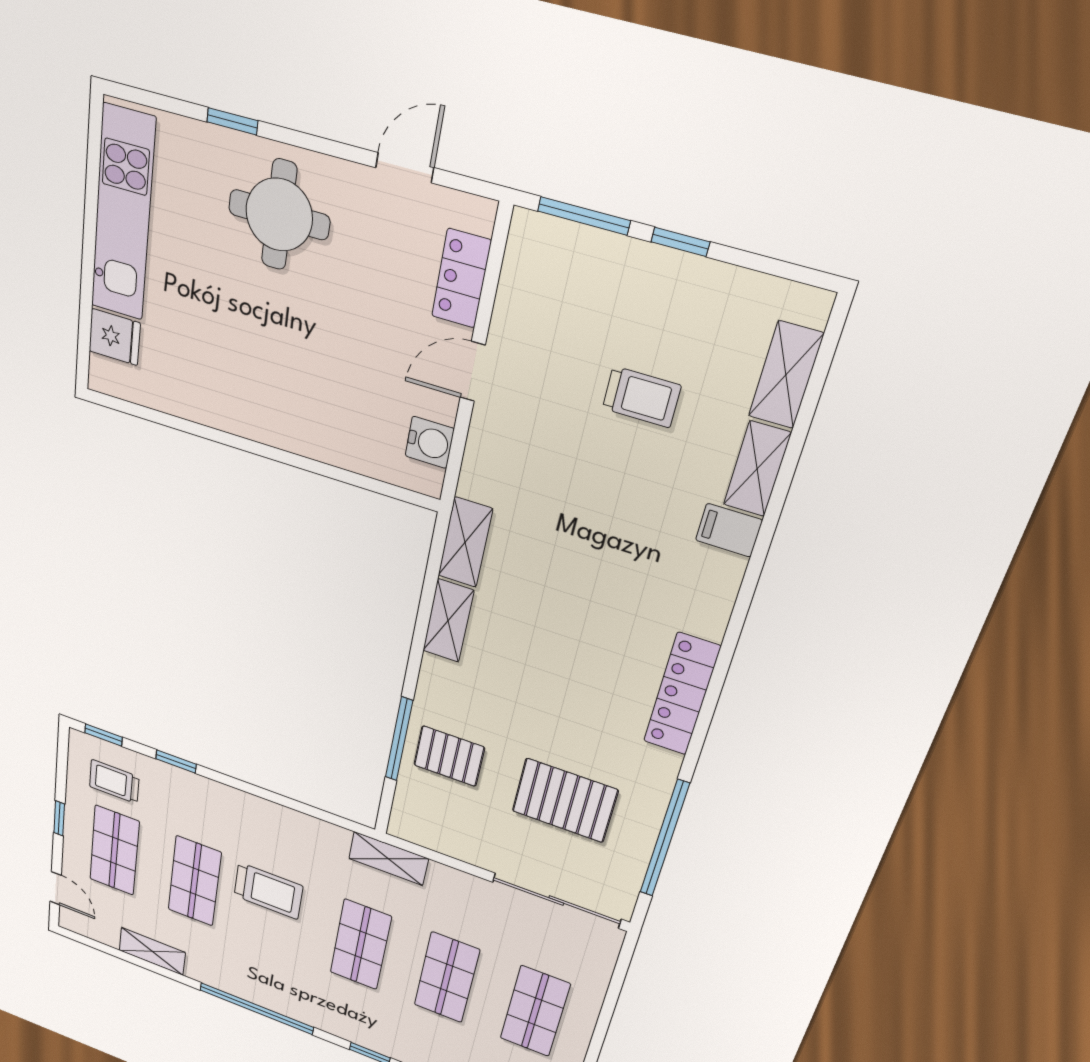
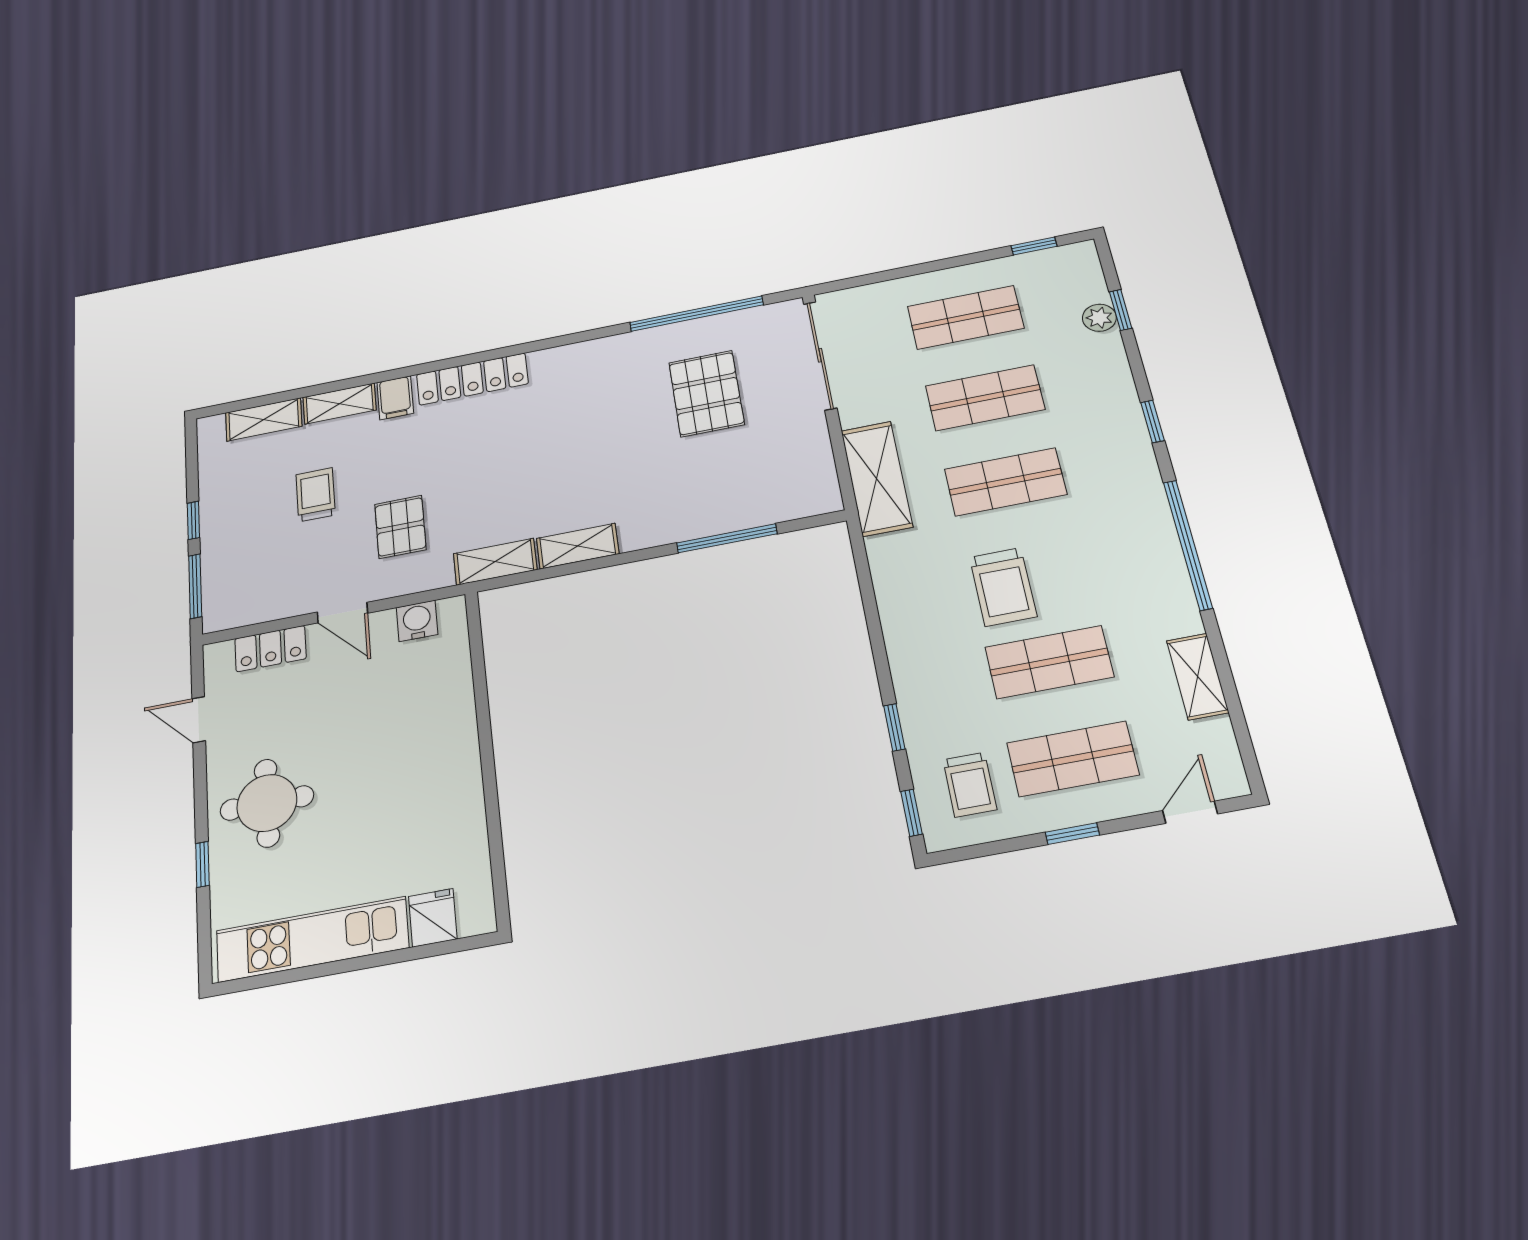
locker: (682, 694) -> (472, 379), moved
pallet: (449, 756) -> (400, 527), moved
shelving: (388, 859) -> (877, 478), width x1.50, depth x1.33
trolley: (268, 891) -> (1003, 587), turned 180

